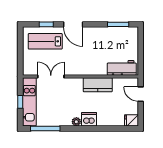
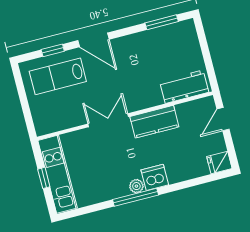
double door: (51, 76) -> (108, 120), moved
door: (141, 94) -> (223, 119), hinge flipped
window: (45, 128) -> (136, 197), moved

